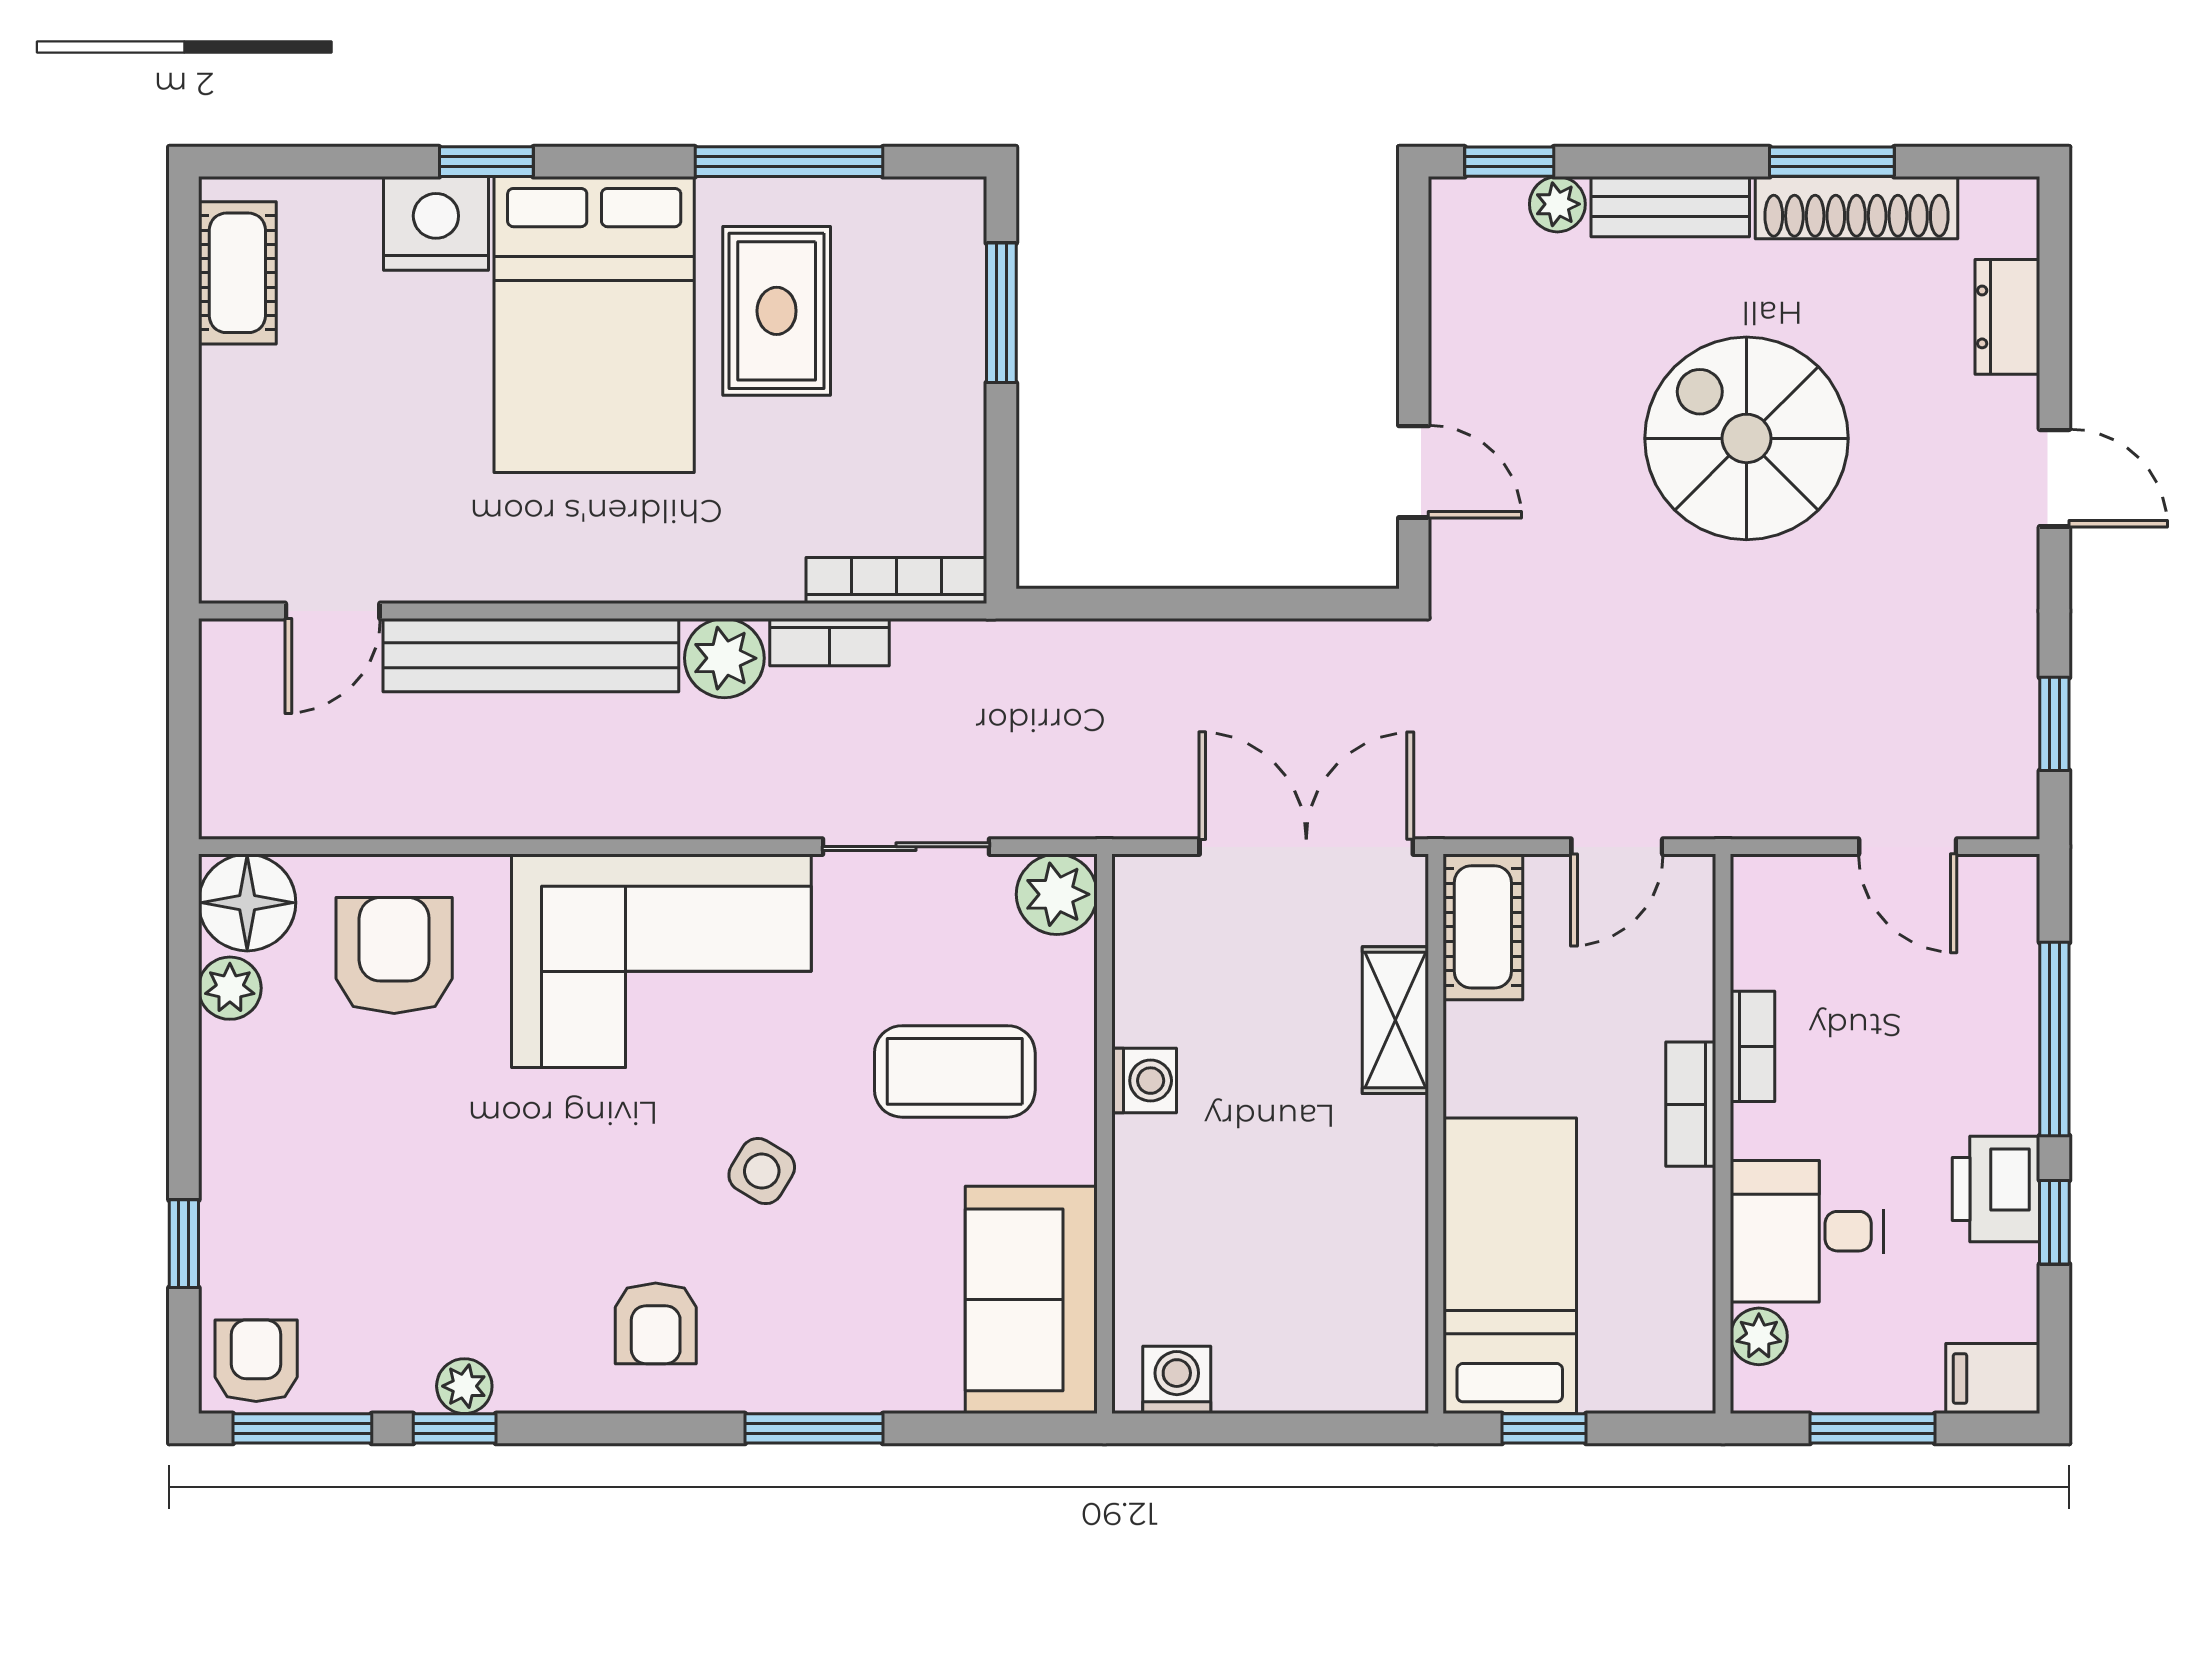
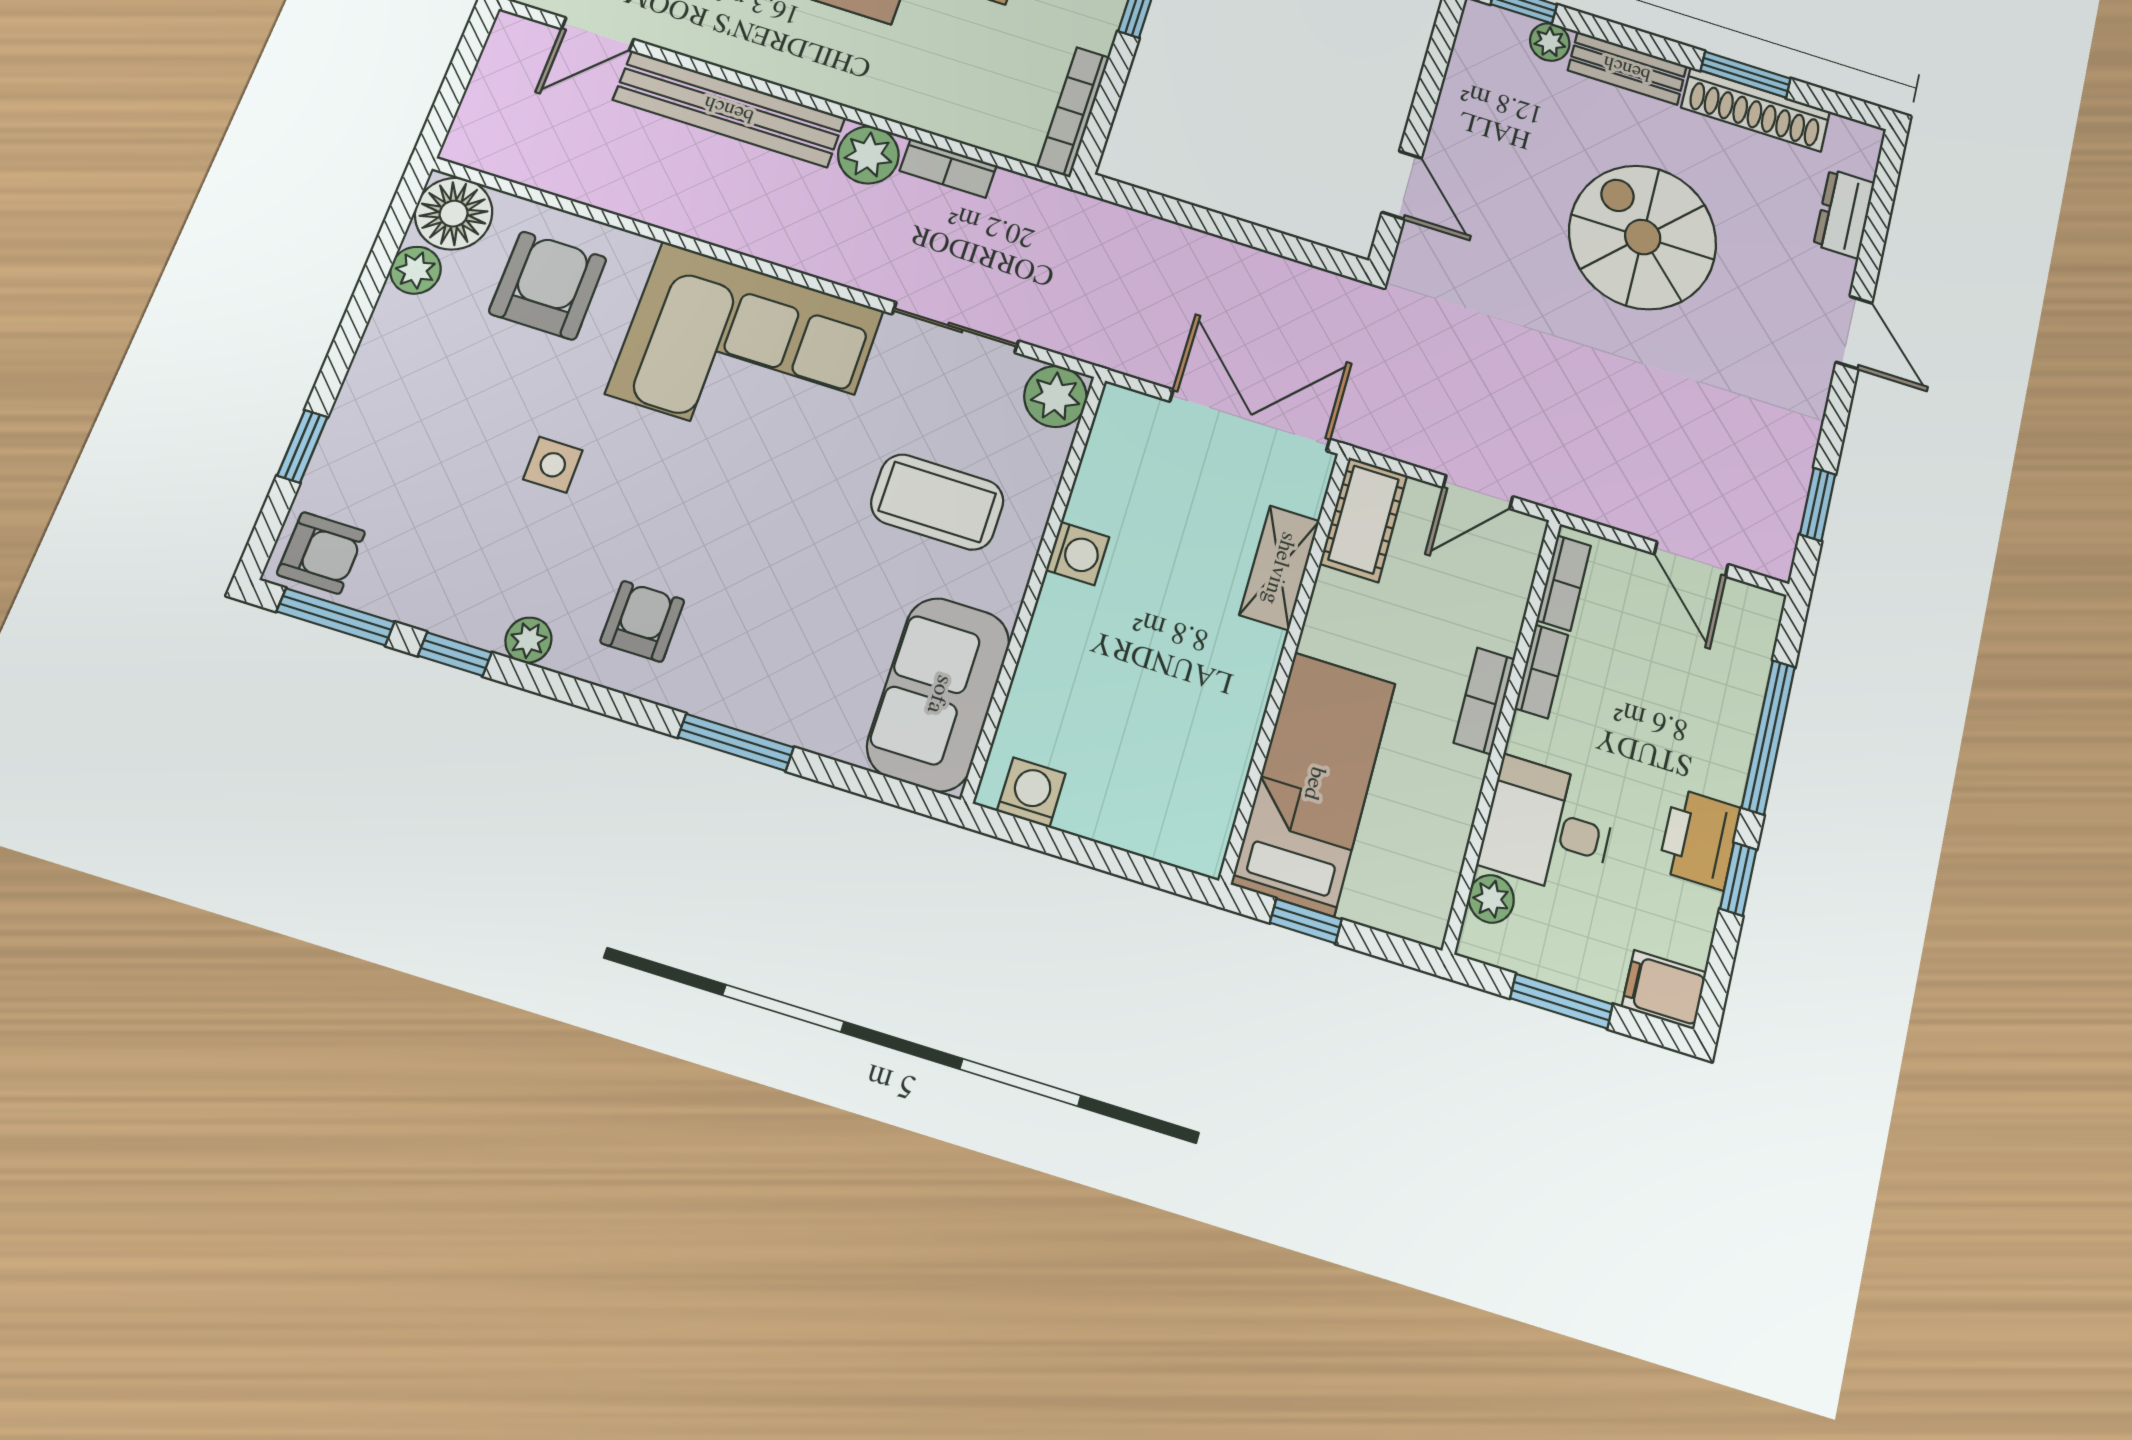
bookcase: (896, 580) -> (1073, 112), moved, turned -90
bookcase: (1753, 928) -> (1564, 583), added
side table: (762, 1171) -> (553, 465), moved, turned -31
armchair: (656, 1323) -> (642, 621), turned 180
armchair: (256, 1361) -> (321, 553), turned 90
plant: (464, 1386) -> (528, 640), moved

